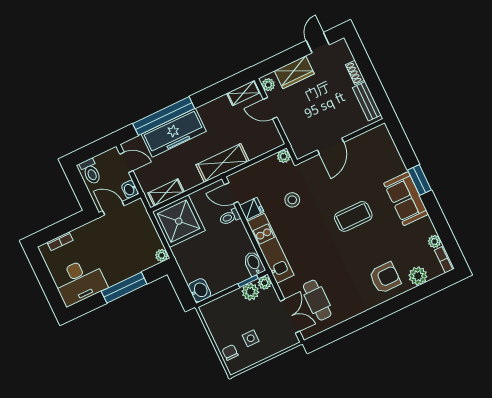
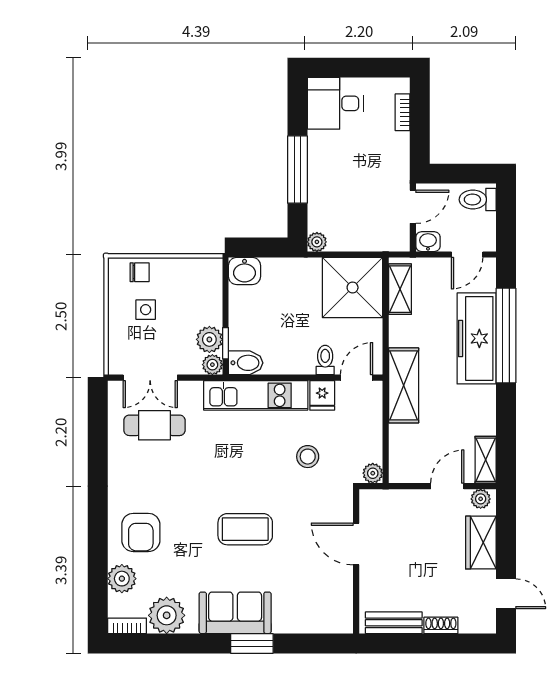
coffee table: (353, 216) -> (245, 529), turned 90
plant: (434, 241) -> (167, 615), width x1.88, depth x1.88
desk: (80, 281) -> (335, 103), width x0.73

